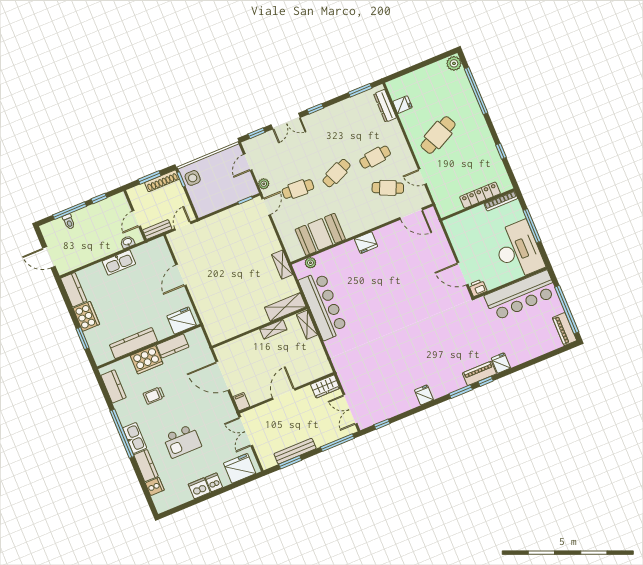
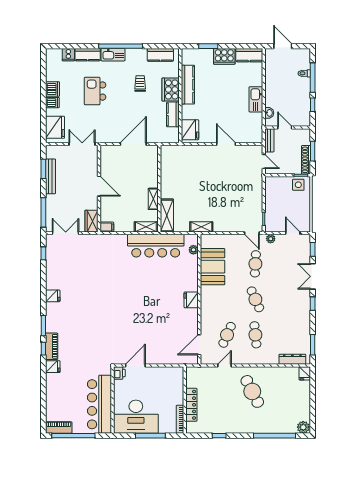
fridge: (402, 105) -> (305, 373), moved
door: (49, 257) -> (283, 46), hinge flipped
filing cabinet: (241, 402) -> (107, 227), moved

